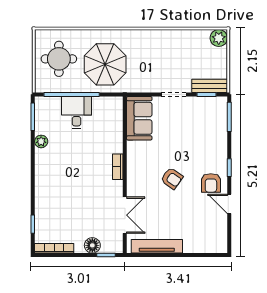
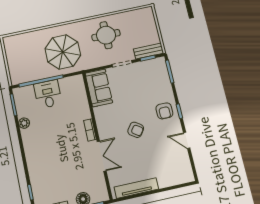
plant: (219, 38) -> (147, 13), removed
round table: (59, 59) -> (106, 35), moved
armchair: (211, 183) -> (164, 111), moved
double door: (125, 215) -> (102, 156), moved

